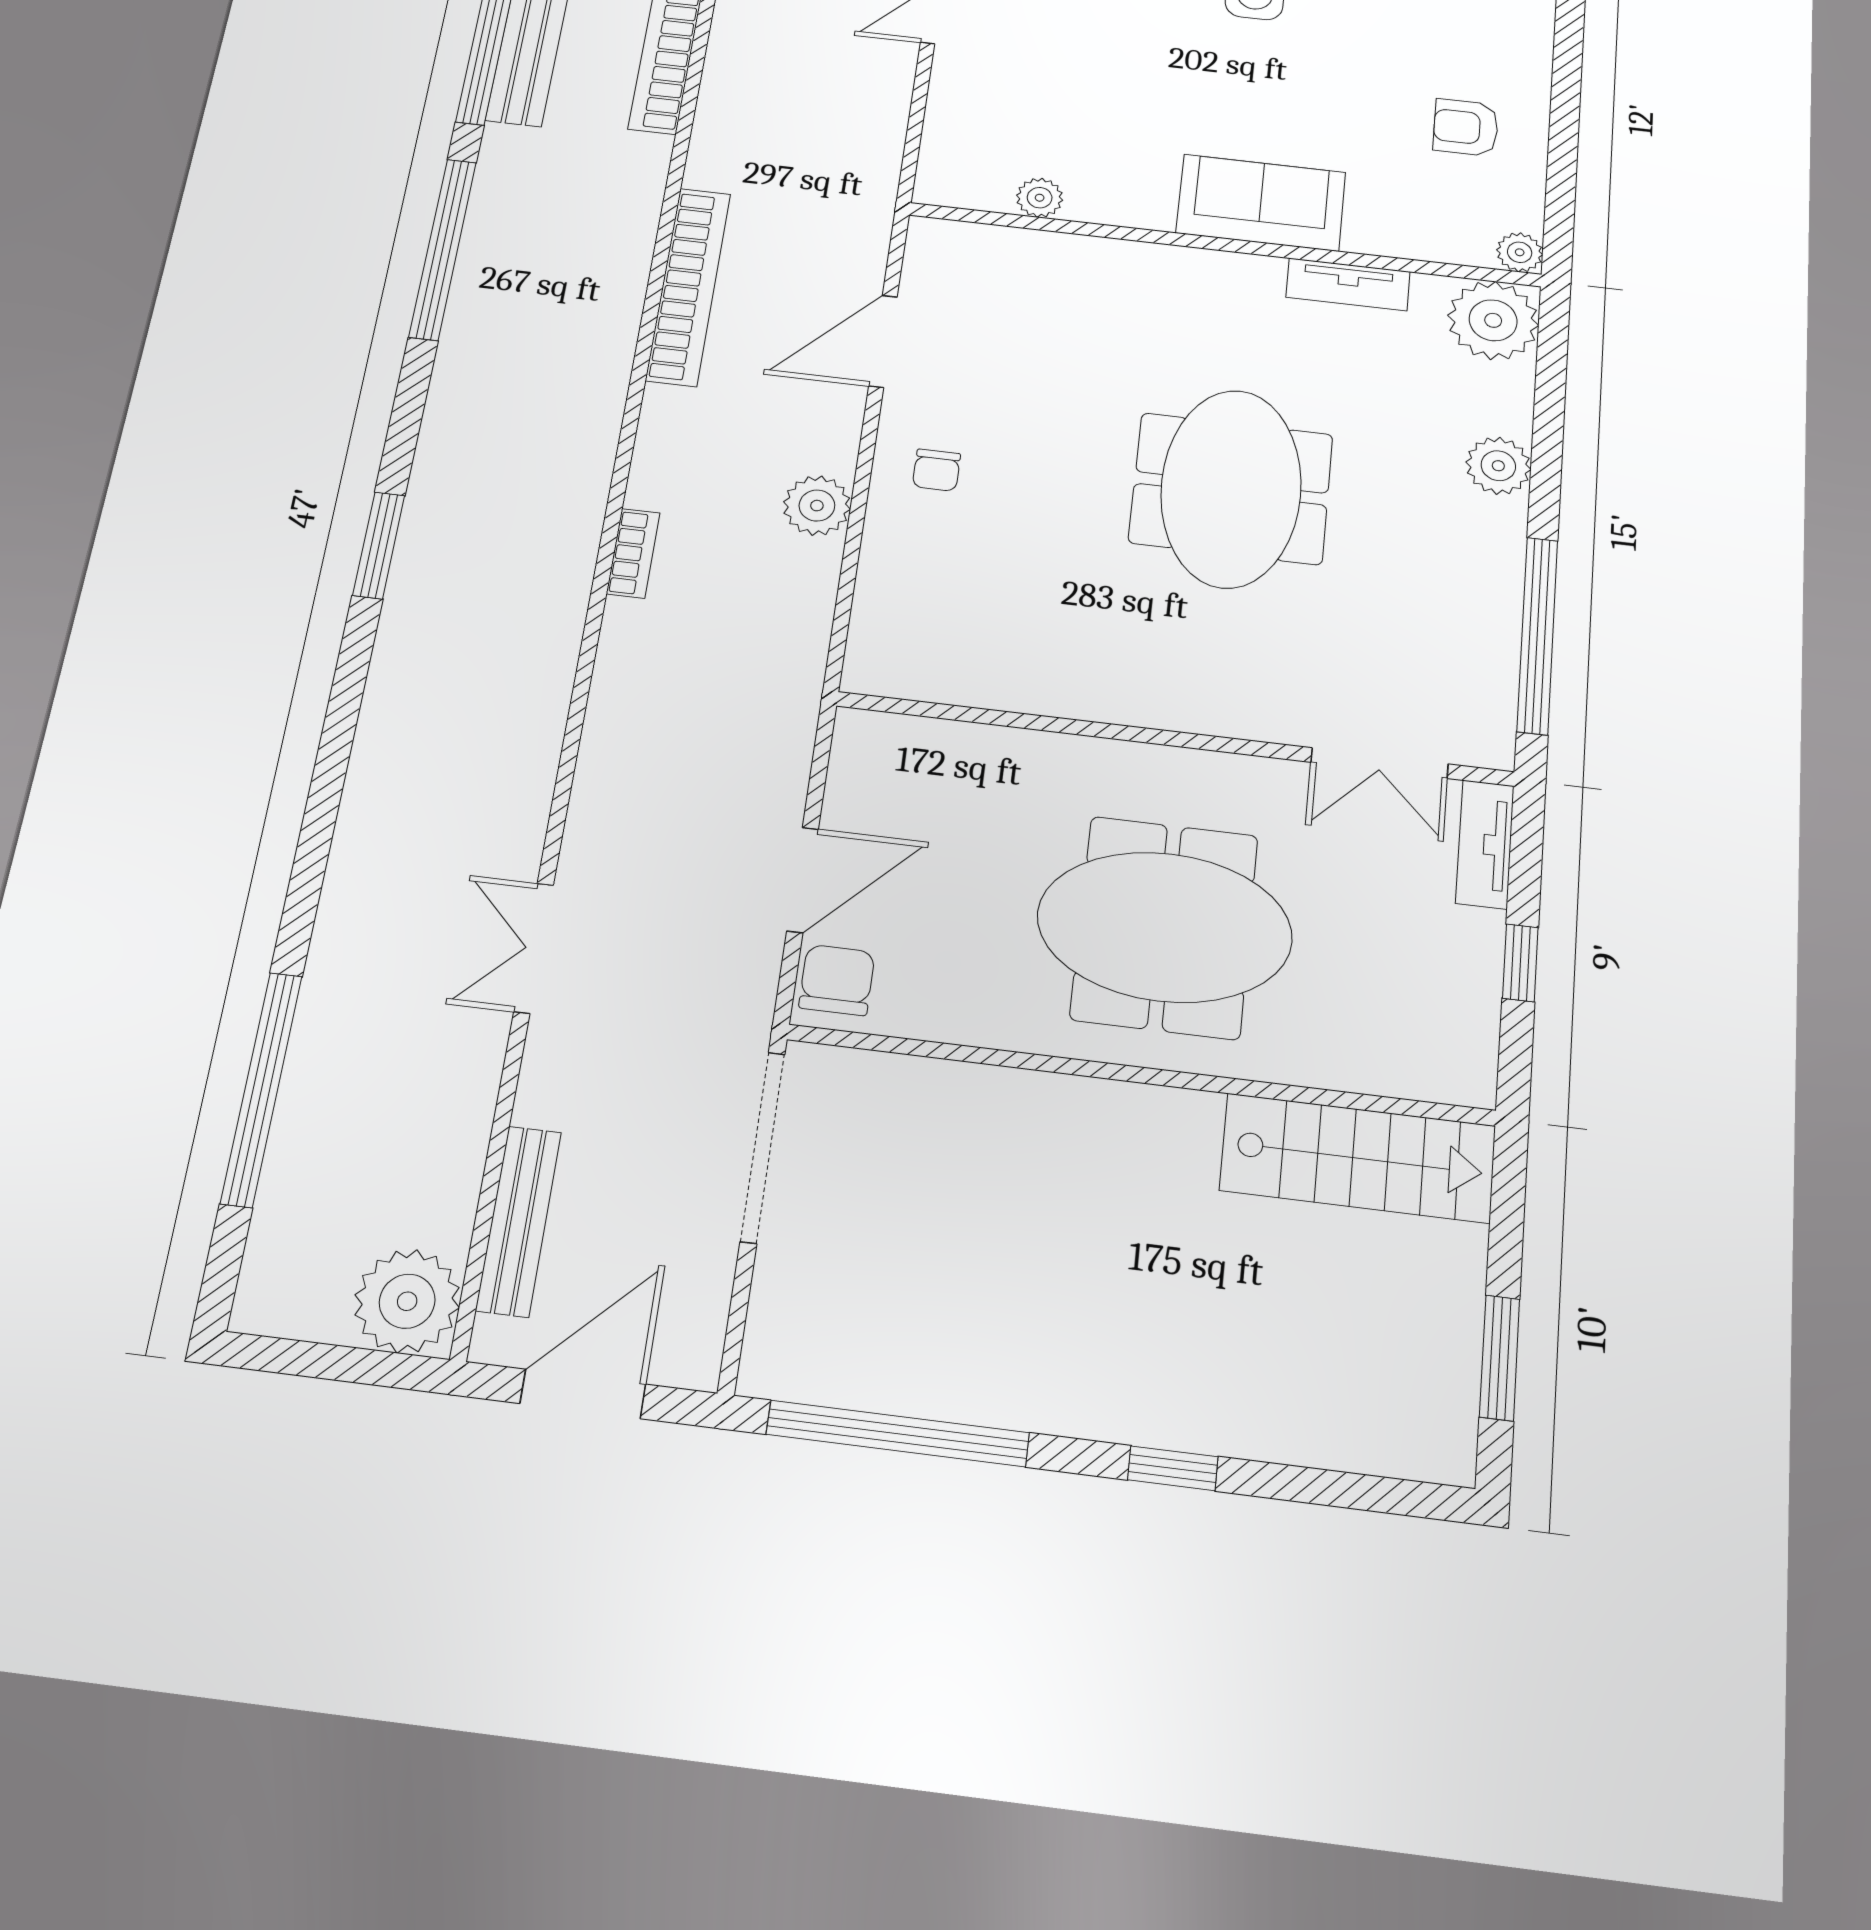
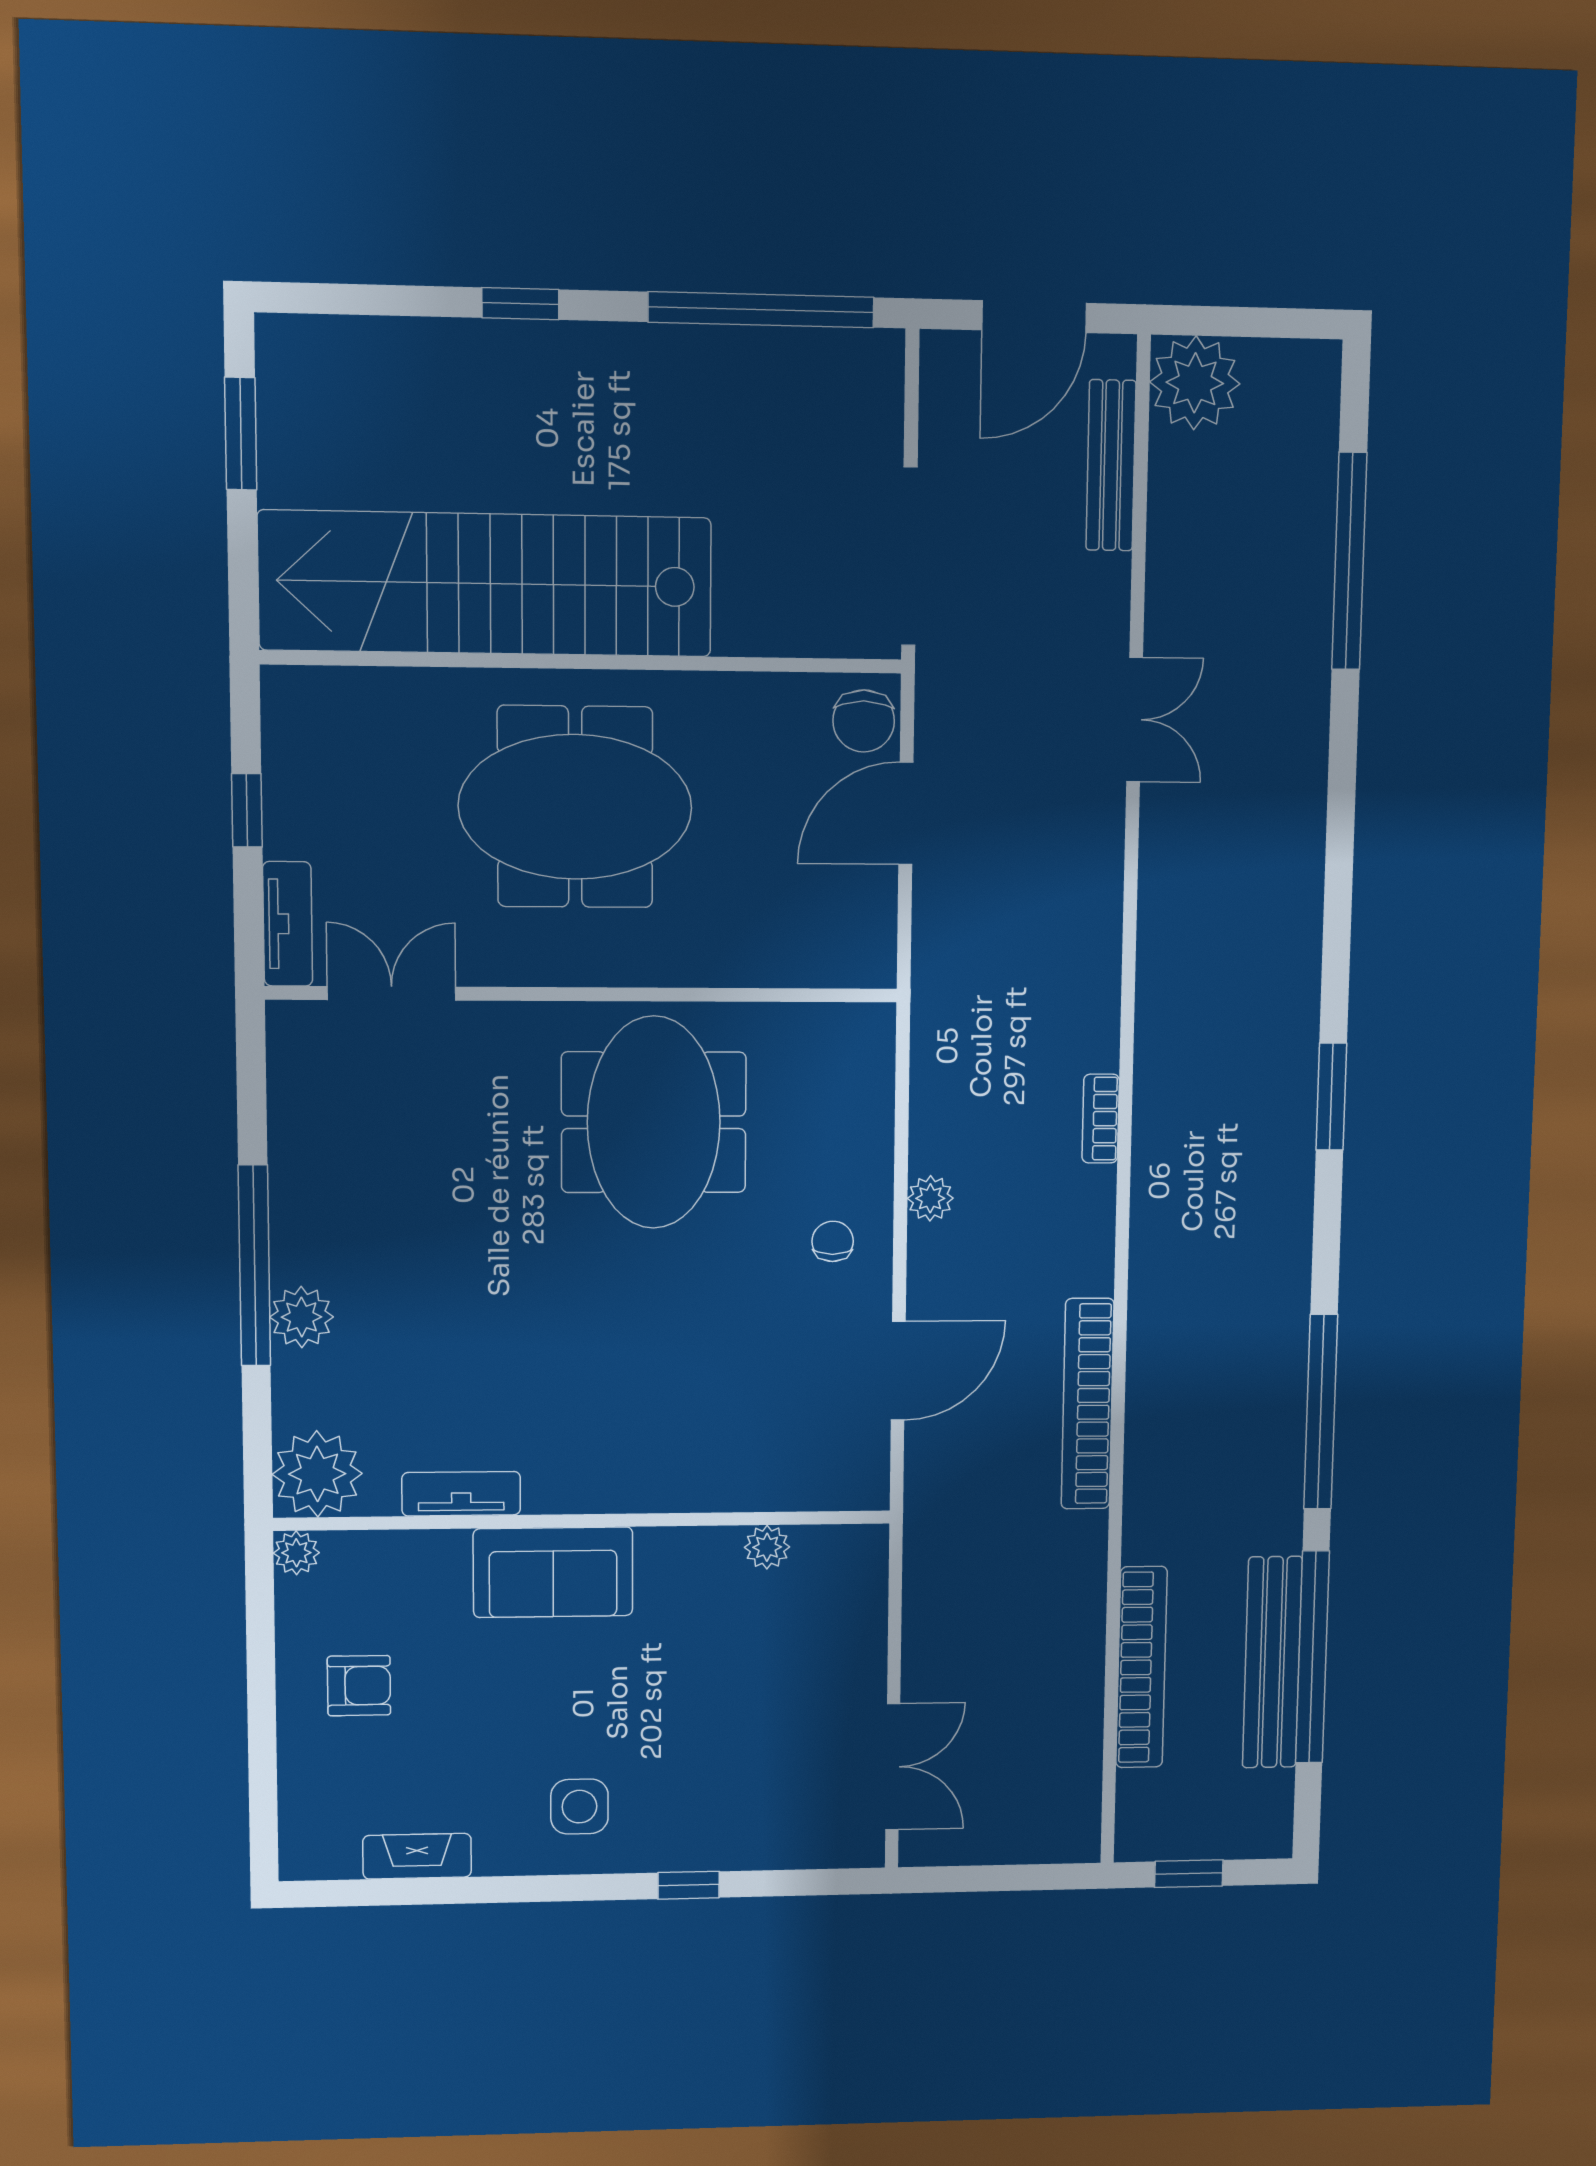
meeting table: (1231, 488) -> (654, 1122), moved
plant: (817, 506) -> (930, 1198), width x0.73, depth x0.73
window: (1537, 635) -> (254, 1265), moved
stairs: (1358, 1158) -> (486, 584), width x1.86, depth x1.51

